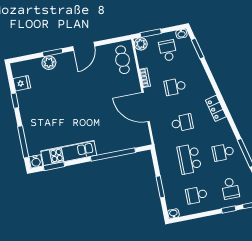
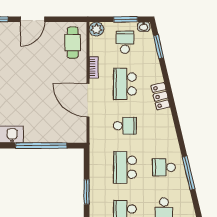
window: (151, 33) -> (126, 19), moved
school desk: (175, 87) -> (125, 84), width x1.85
locker: (216, 108) -> (161, 96), moved

